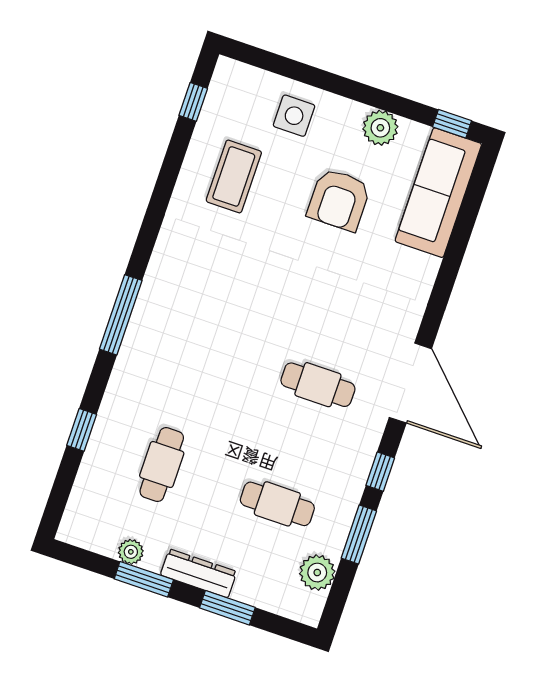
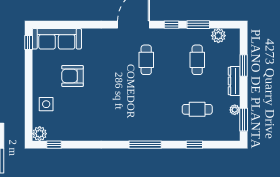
plant: (380, 128) -> (40, 134), moved
coffee table: (234, 176) -> (77, 119), removed
armchair: (339, 200) -> (73, 76), turned 180
window: (144, 579) -> (244, 120), moved

